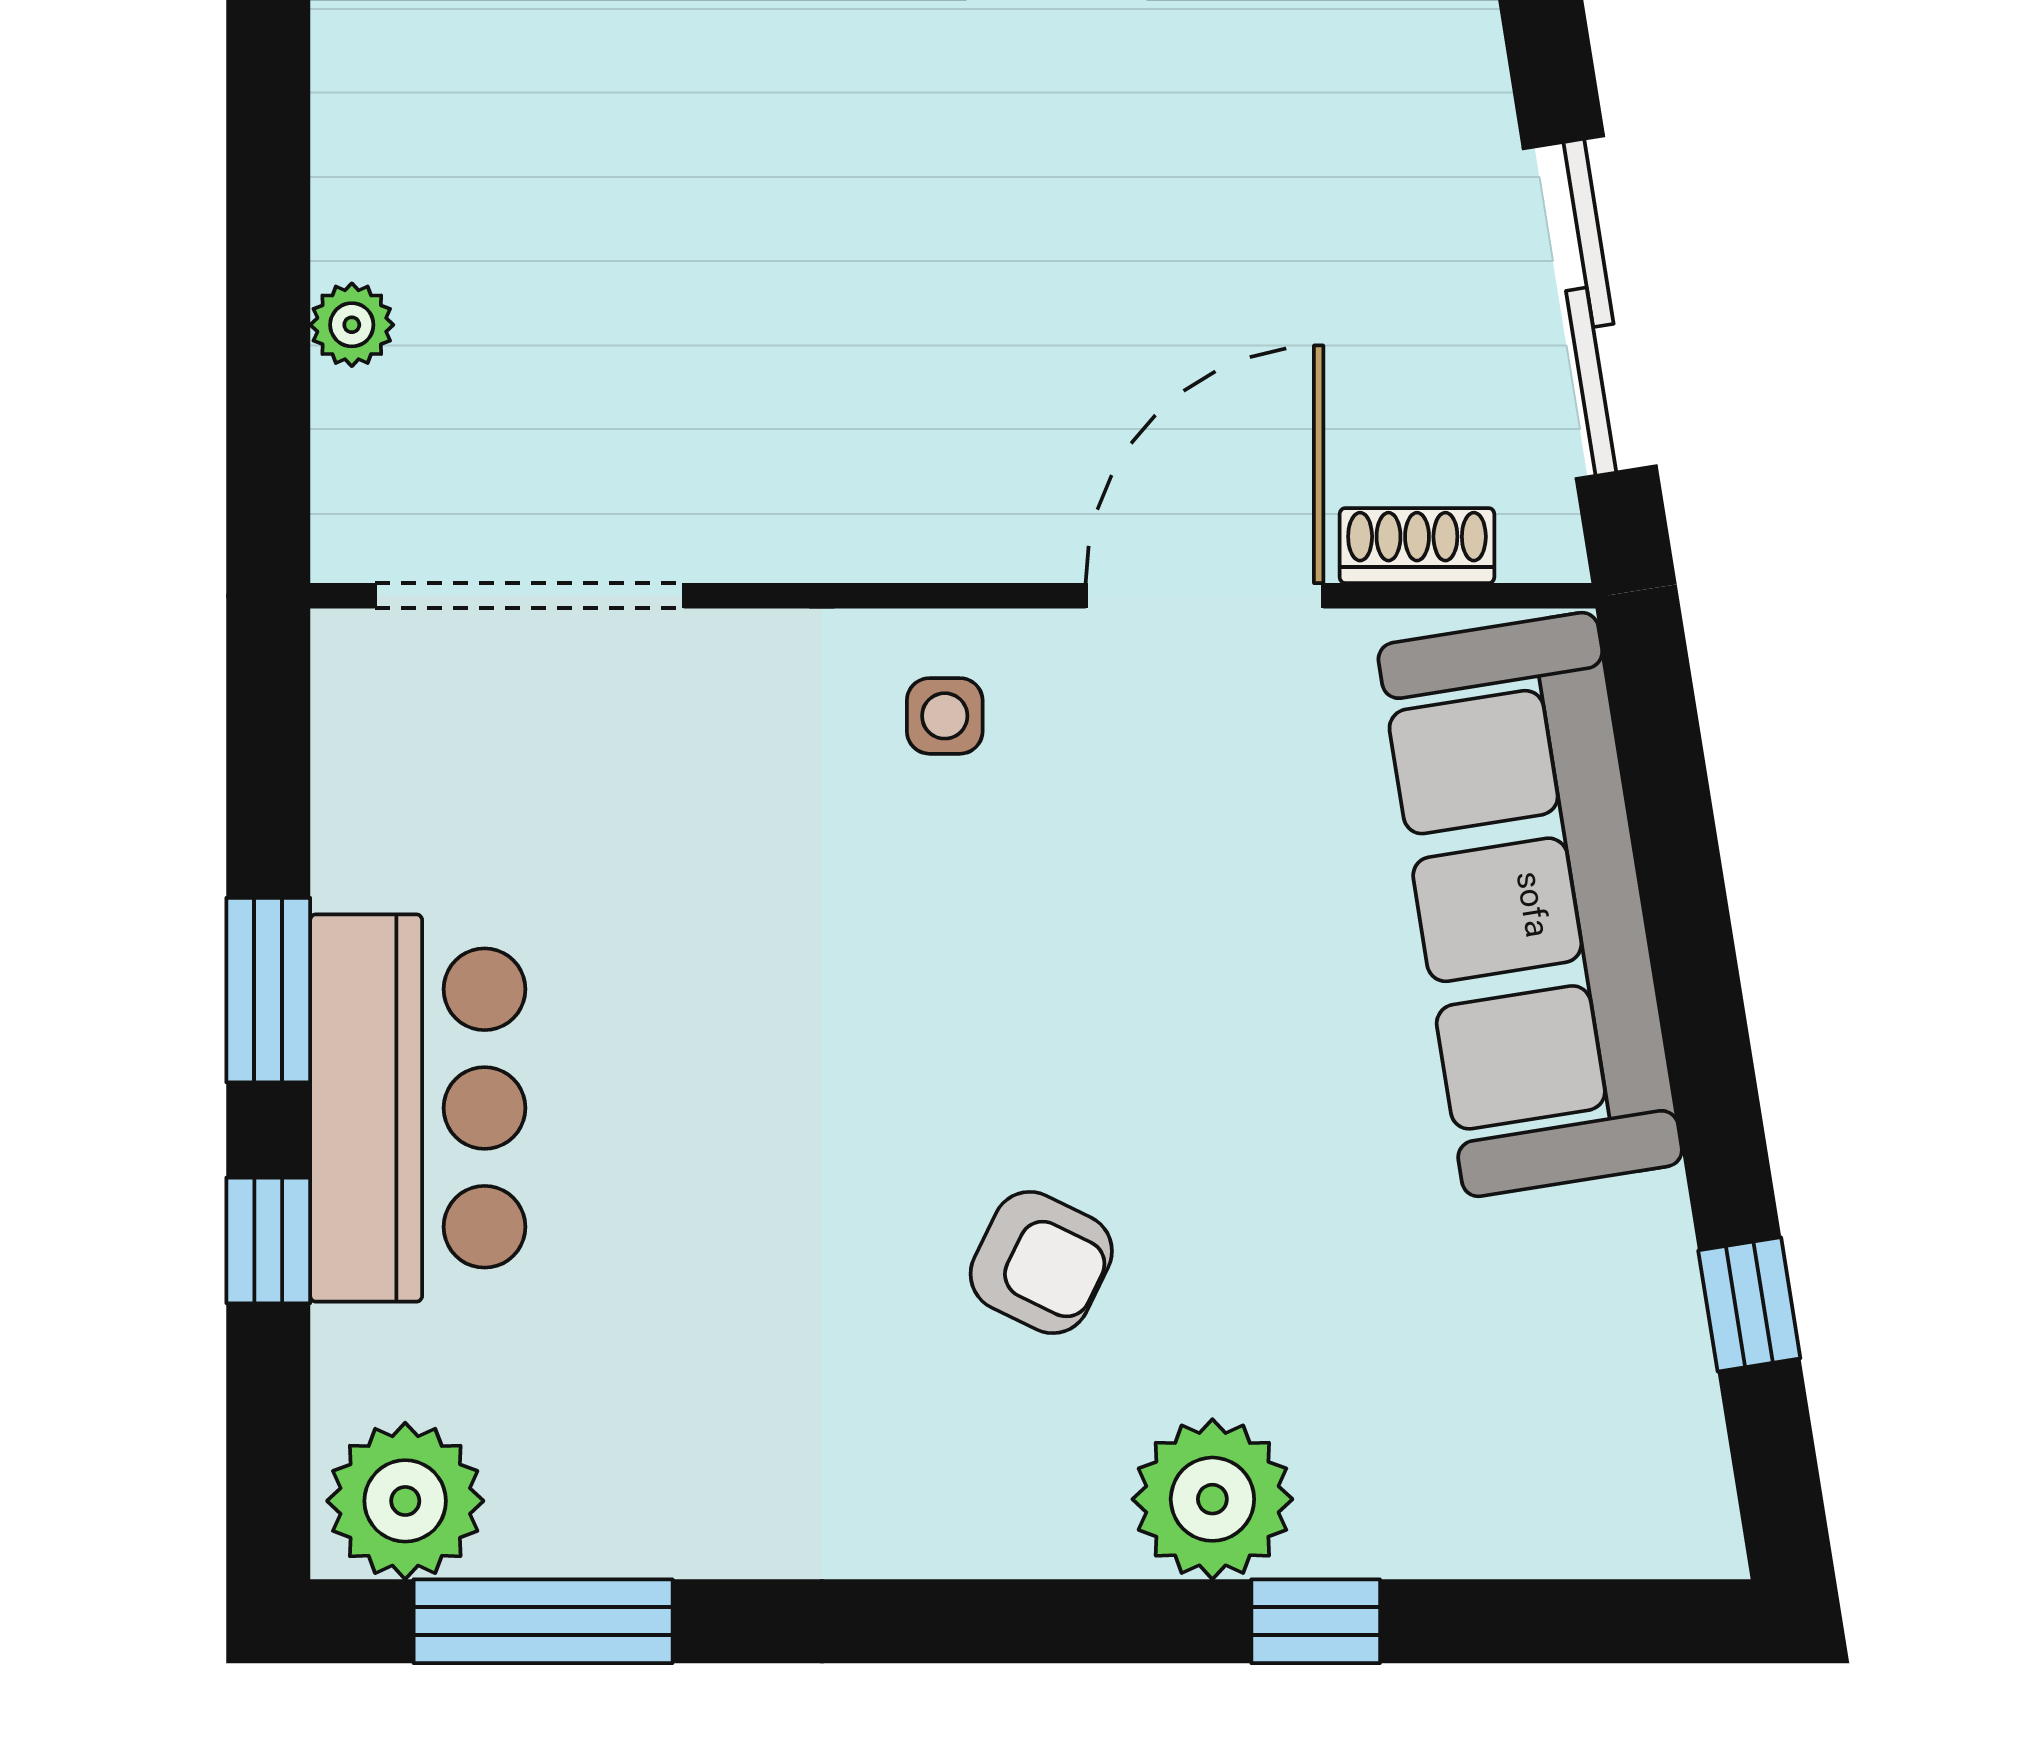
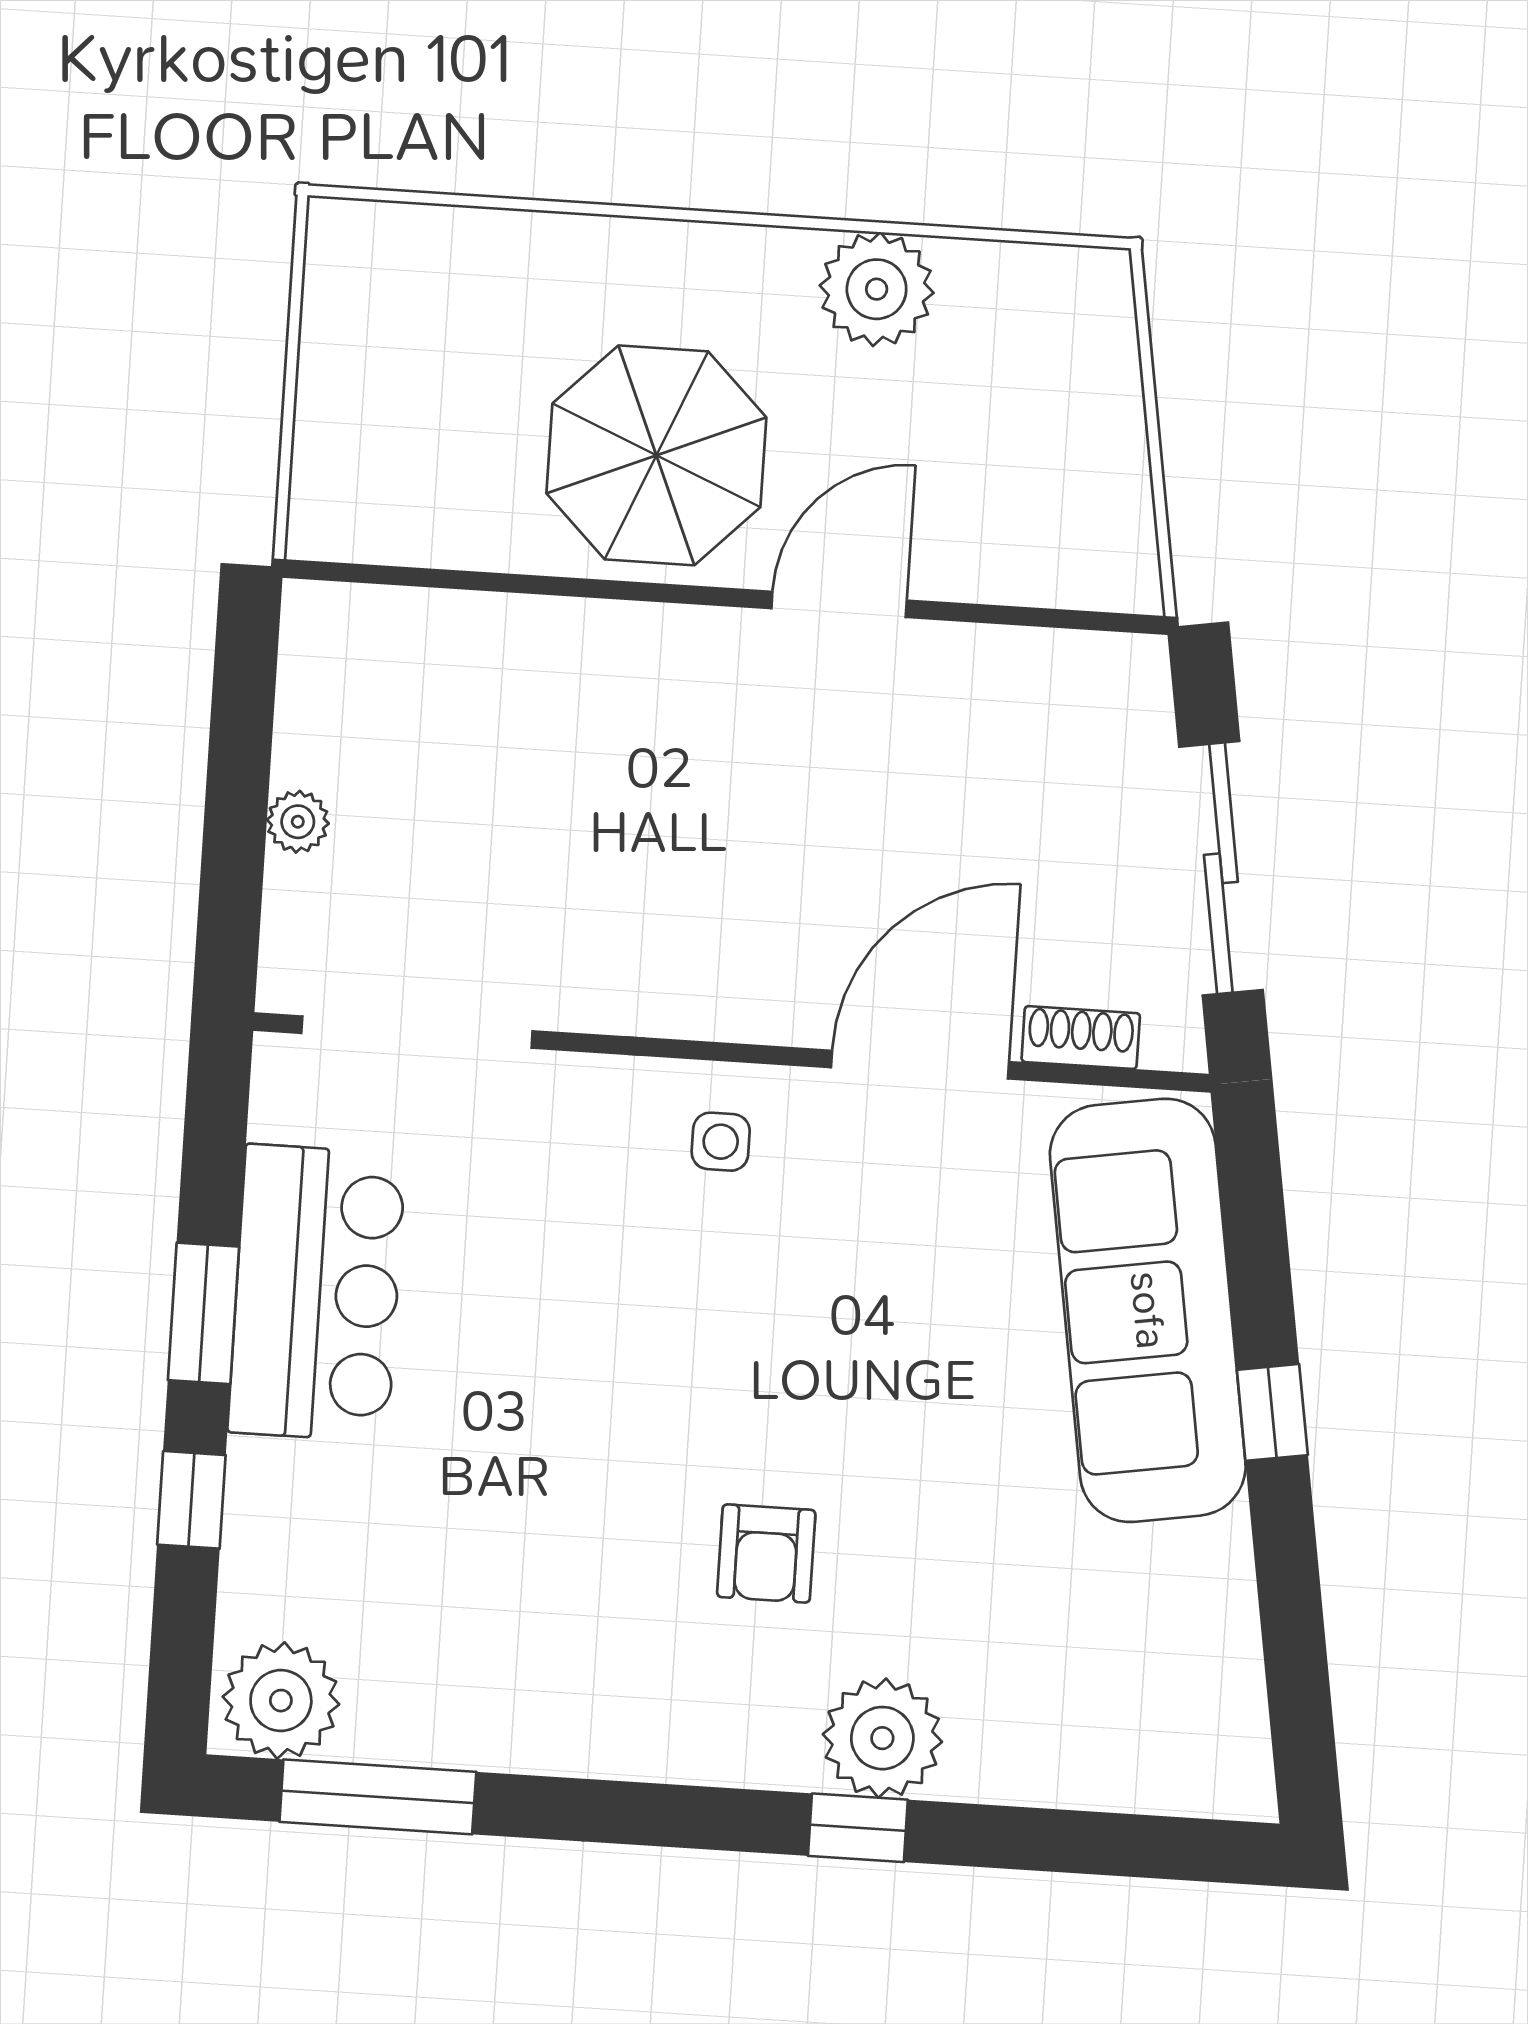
bar counter: (418, 1108) -> (317, 1293), moved
armchair: (1041, 1262) -> (766, 1553), turned 64
window: (1749, 1304) -> (1272, 1412), moved
window: (1316, 1621) -> (858, 1828), moved

